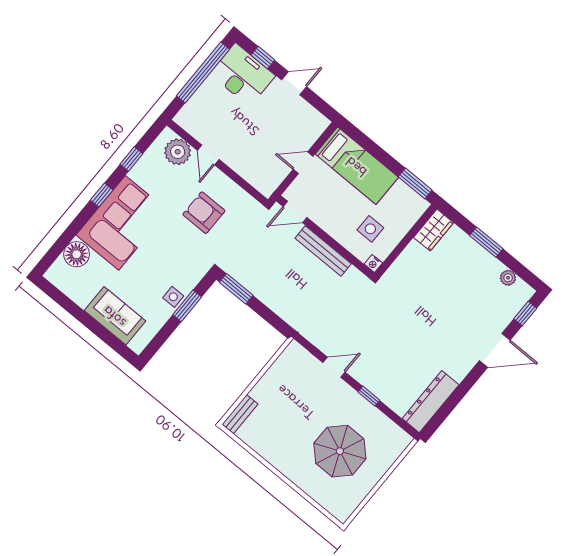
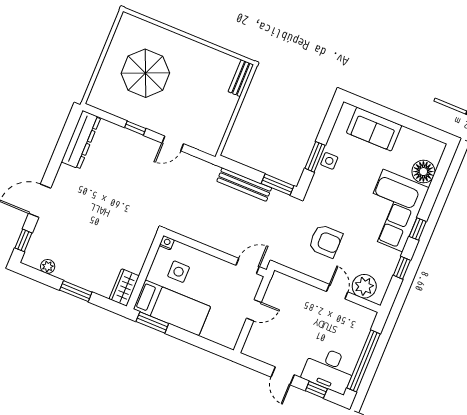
door: (294, 83) -> (283, 376), hinge flipped
bed: (357, 166) -> (172, 308), moved, turned 180
bench: (323, 251) -> (244, 185), moved

